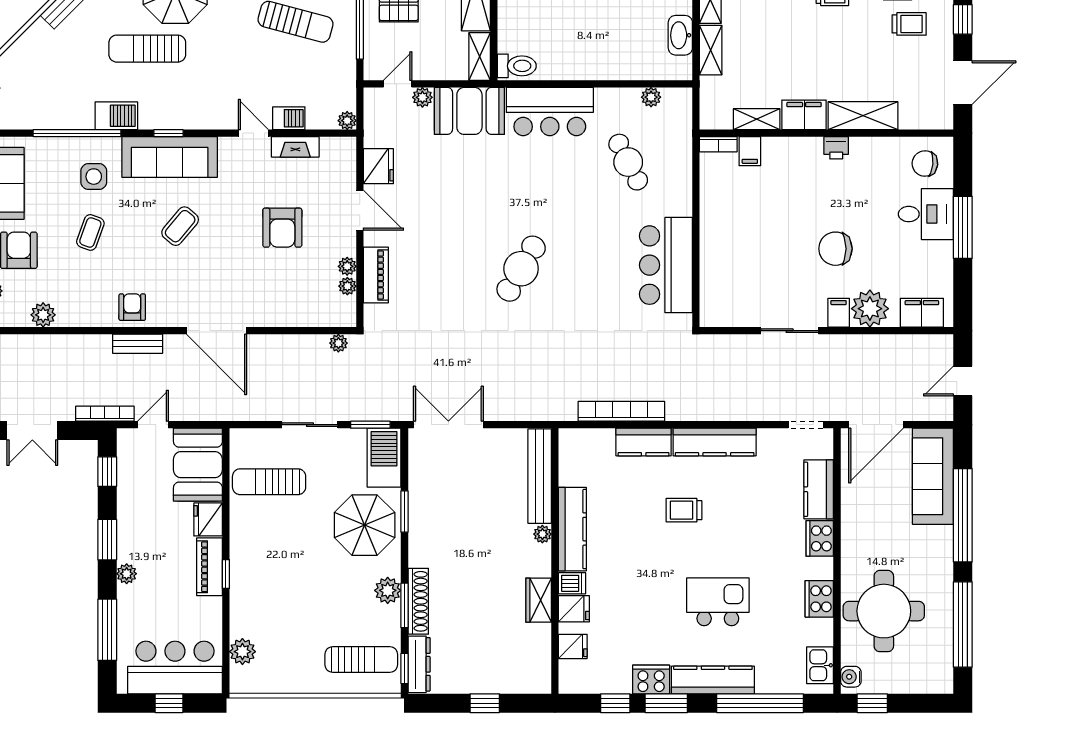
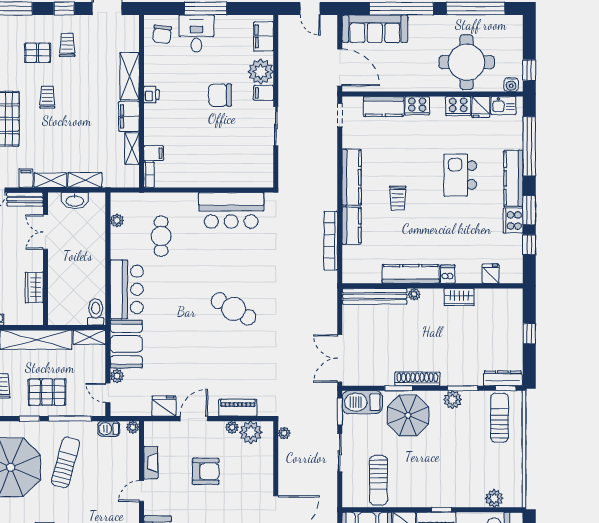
barbecue: (289, 118) -> (109, 429), moved, turned -90
cafe table: (628, 162) -> (161, 236), turned -63
chair: (835, 249) -> (220, 95), turned 90
plant: (347, 286) -> (251, 432), width x1.87, depth x1.87
shoe rack: (418, 601) -> (417, 379), moved
fridge: (574, 609) -> (481, 107), moved, turned 180

